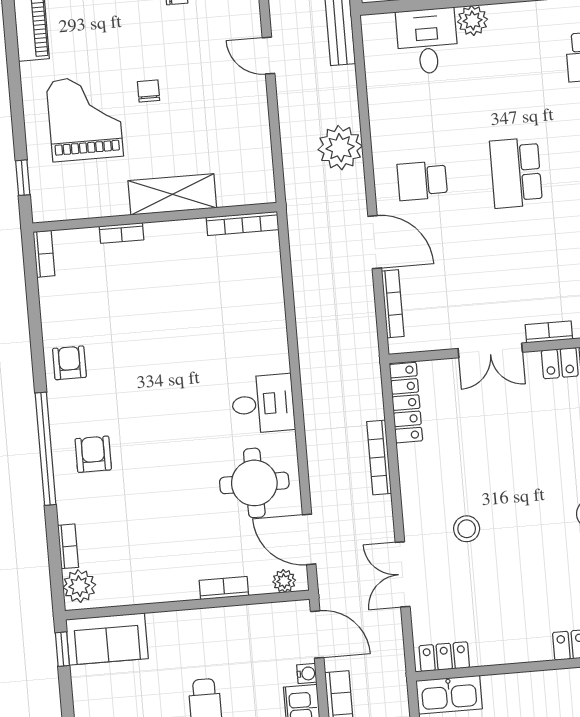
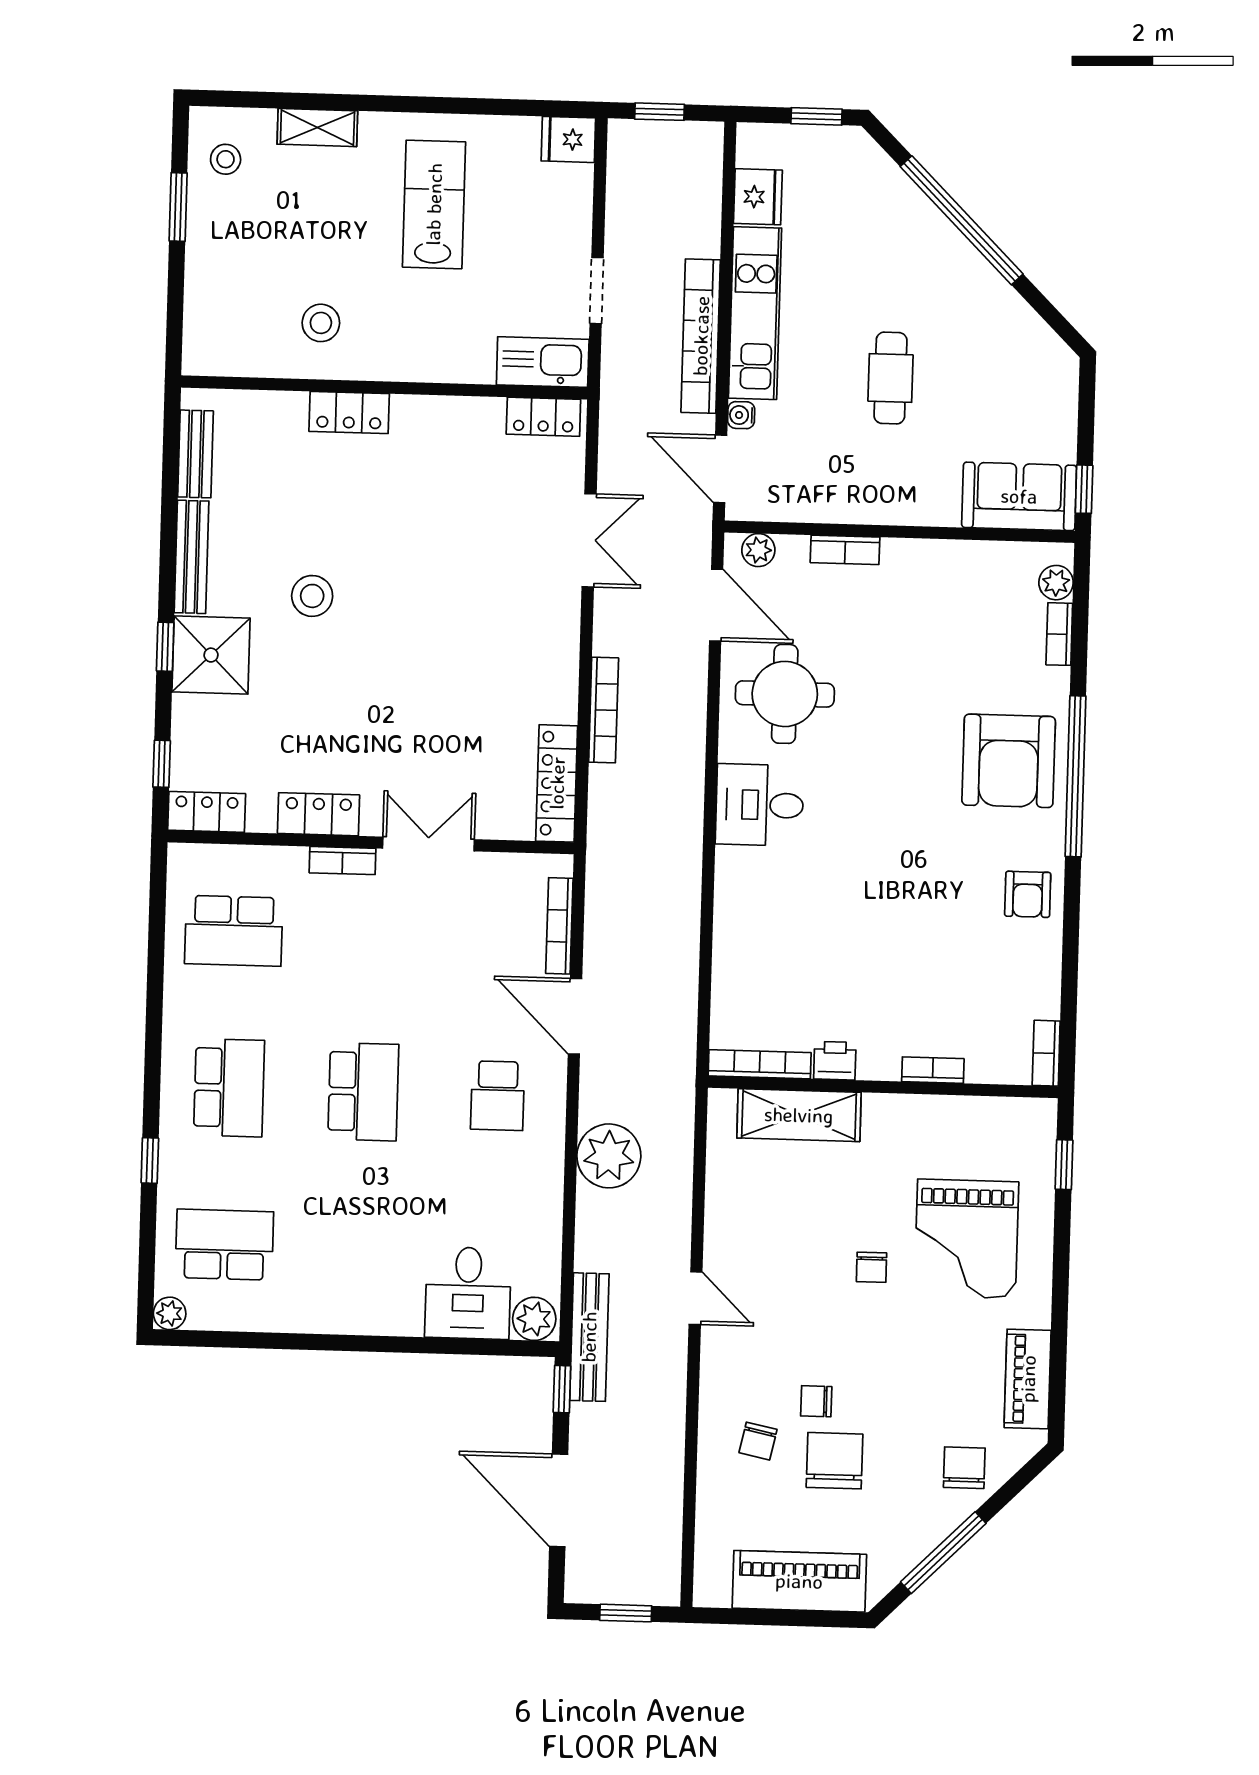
plant: (473, 21) -> (534, 1319), moved
school desk: (422, 181) -> (498, 1096), turned 90
shelving: (172, 194) -> (799, 1115), moved
printer: (190, 232) -> (835, 1061), added
armchair: (93, 454) -> (1009, 761), width x1.88, depth x1.88
stool: (467, 529) -> (491, 595), removed
plant: (79, 586) -> (1056, 583), width x0.73, depth x0.73

